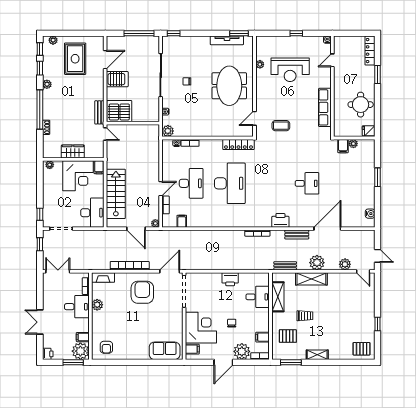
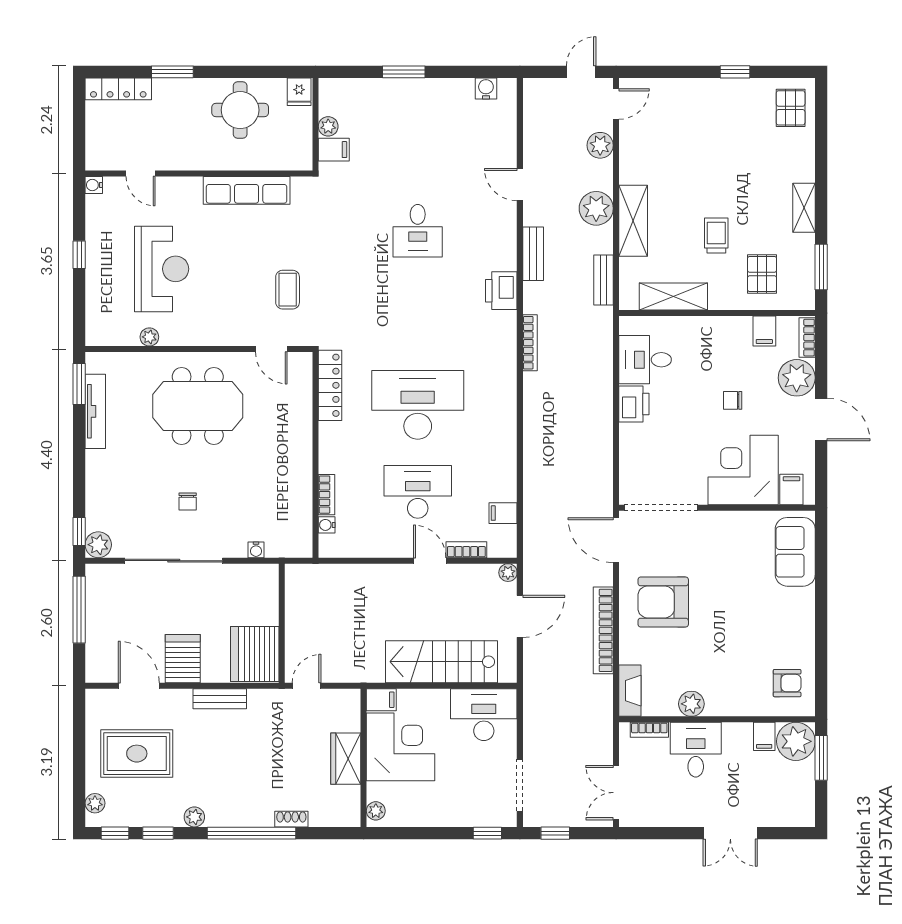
bench: (99, 112) -> (220, 699), moved
plant: (168, 131) -> (98, 545), moved
desk: (307, 183) -> (418, 231), turned 180
door: (327, 229) -> (520, 185), width x0.53
desk: (258, 297) -> (645, 360), moved, turned -90
printer: (48, 354) -> (802, 815), removed

